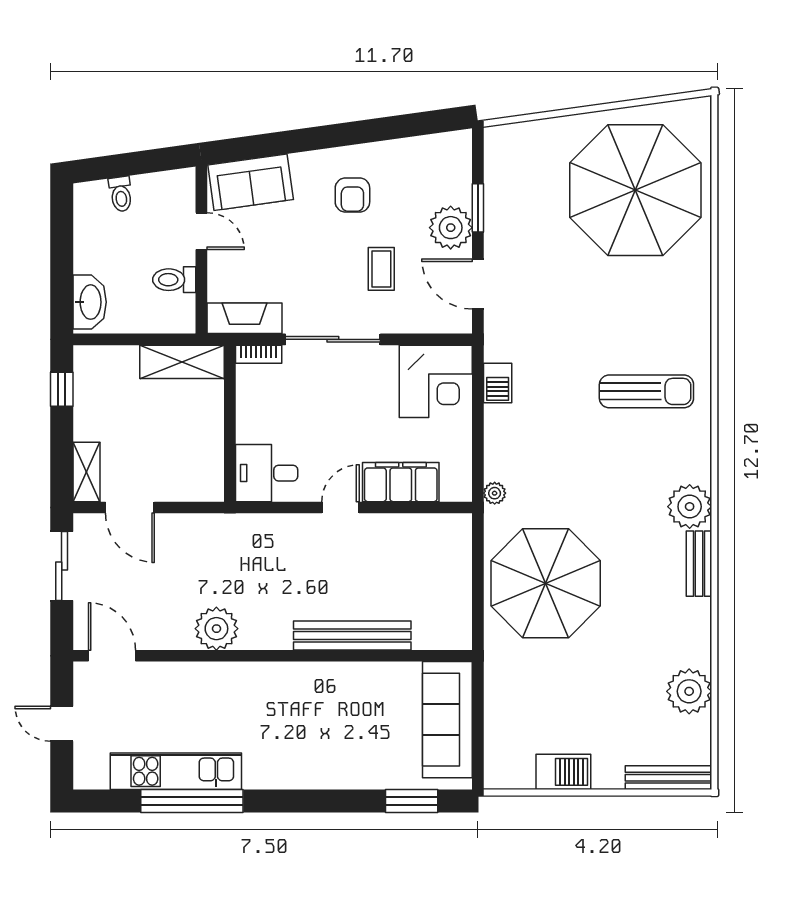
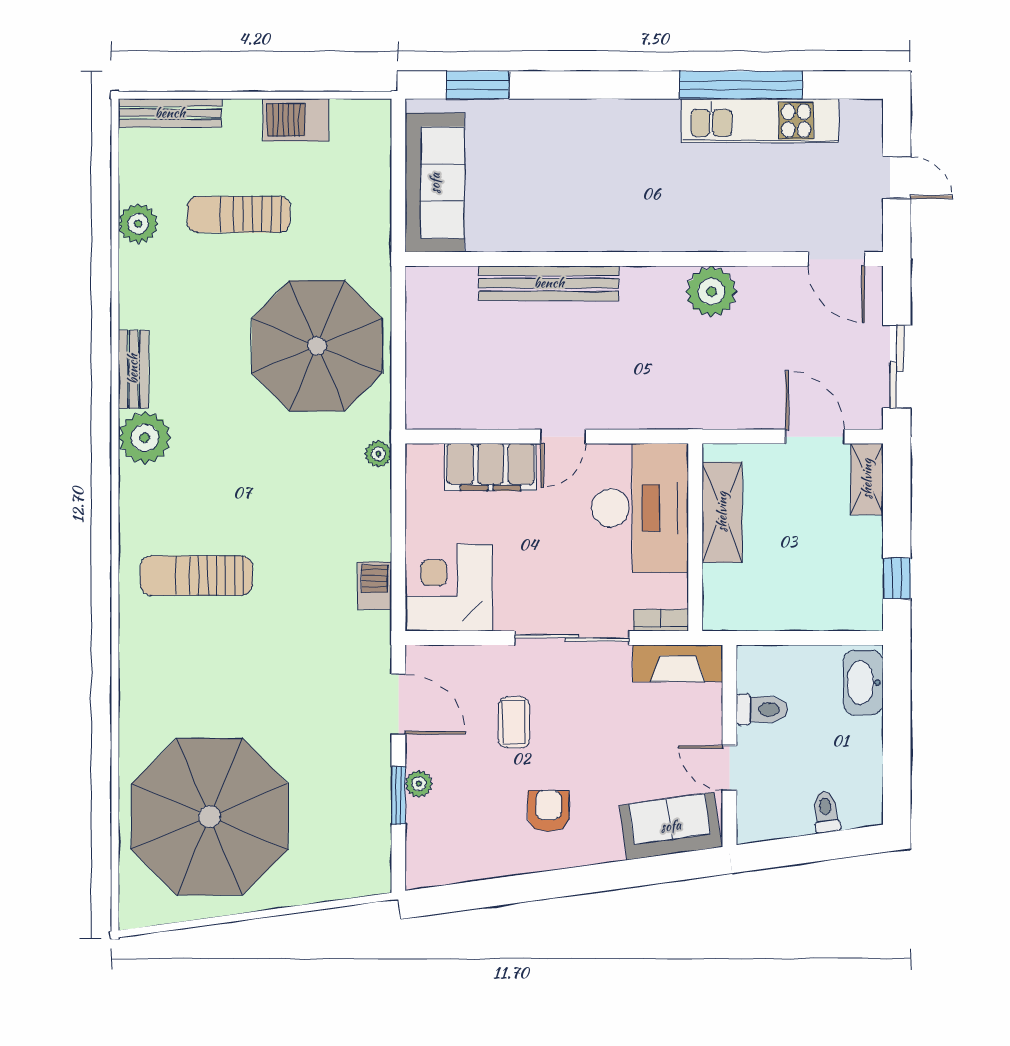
plant: (451, 228) -> (419, 784), width x0.53, depth x0.53
shelving: (182, 362) -> (722, 512), moved, turned 90
desk: (267, 473) -> (640, 508), width x1.87, depth x1.30
plant: (689, 691) -> (138, 224), width x0.73, depth x0.73
sun lounger: (611, 693) -> (239, 214), added

